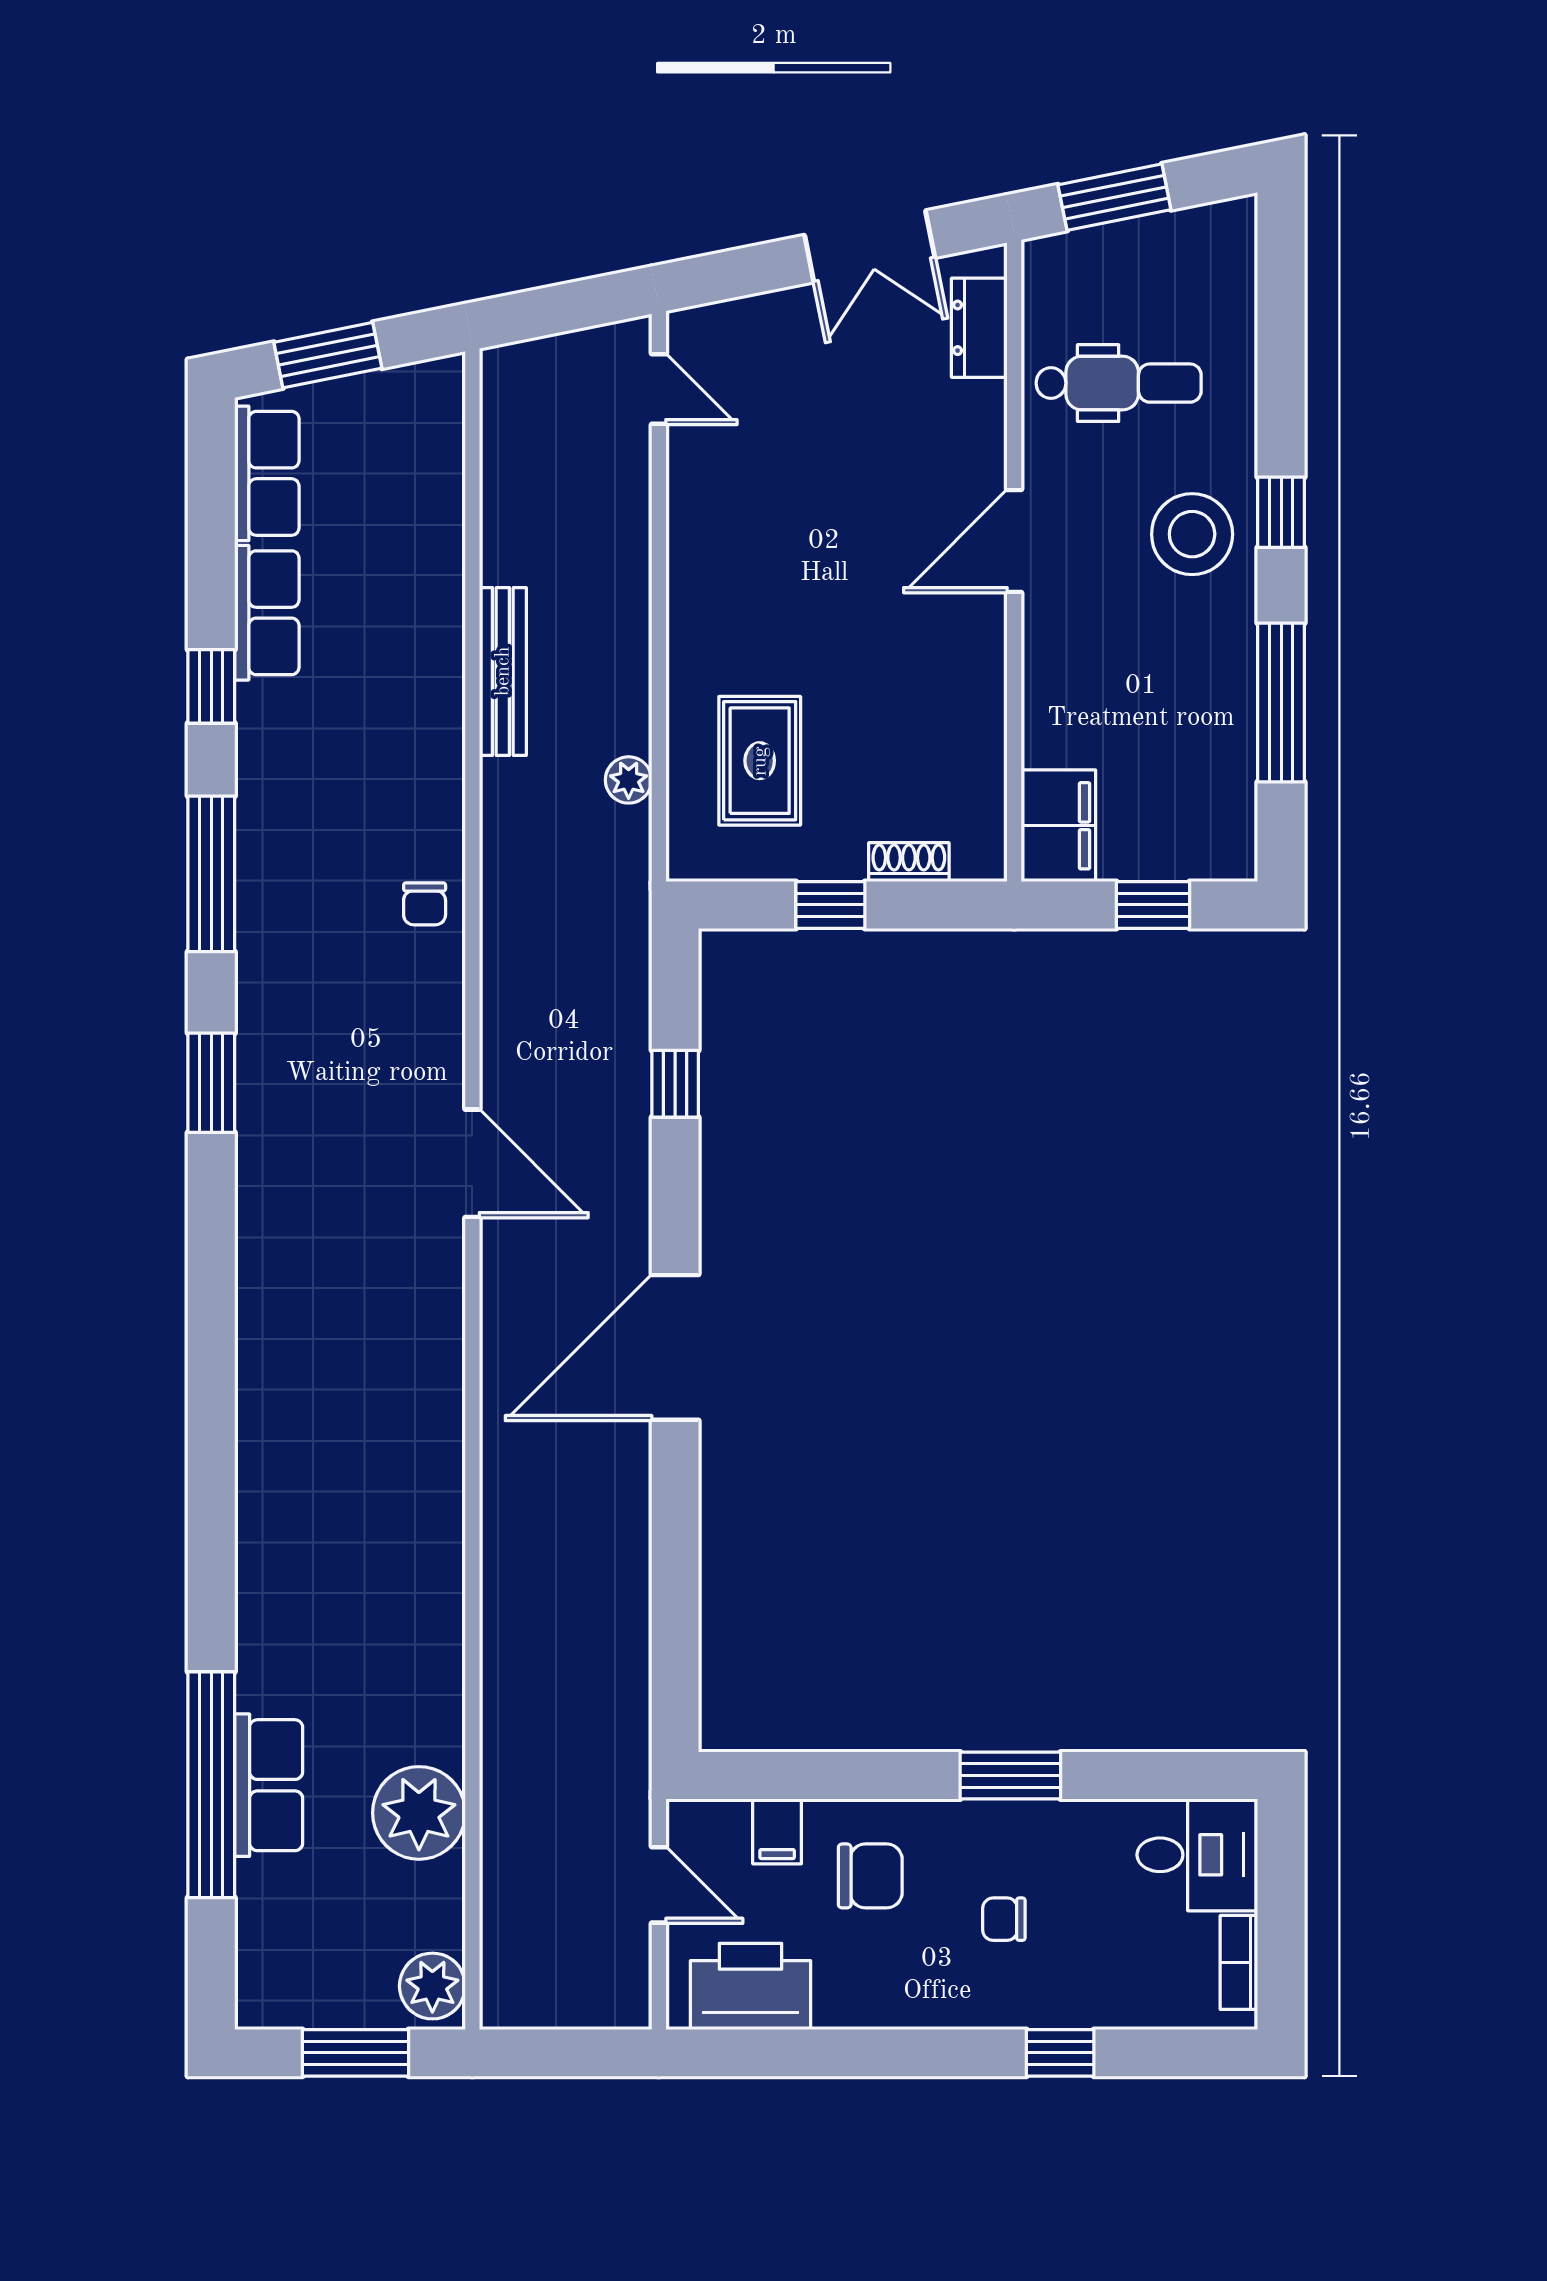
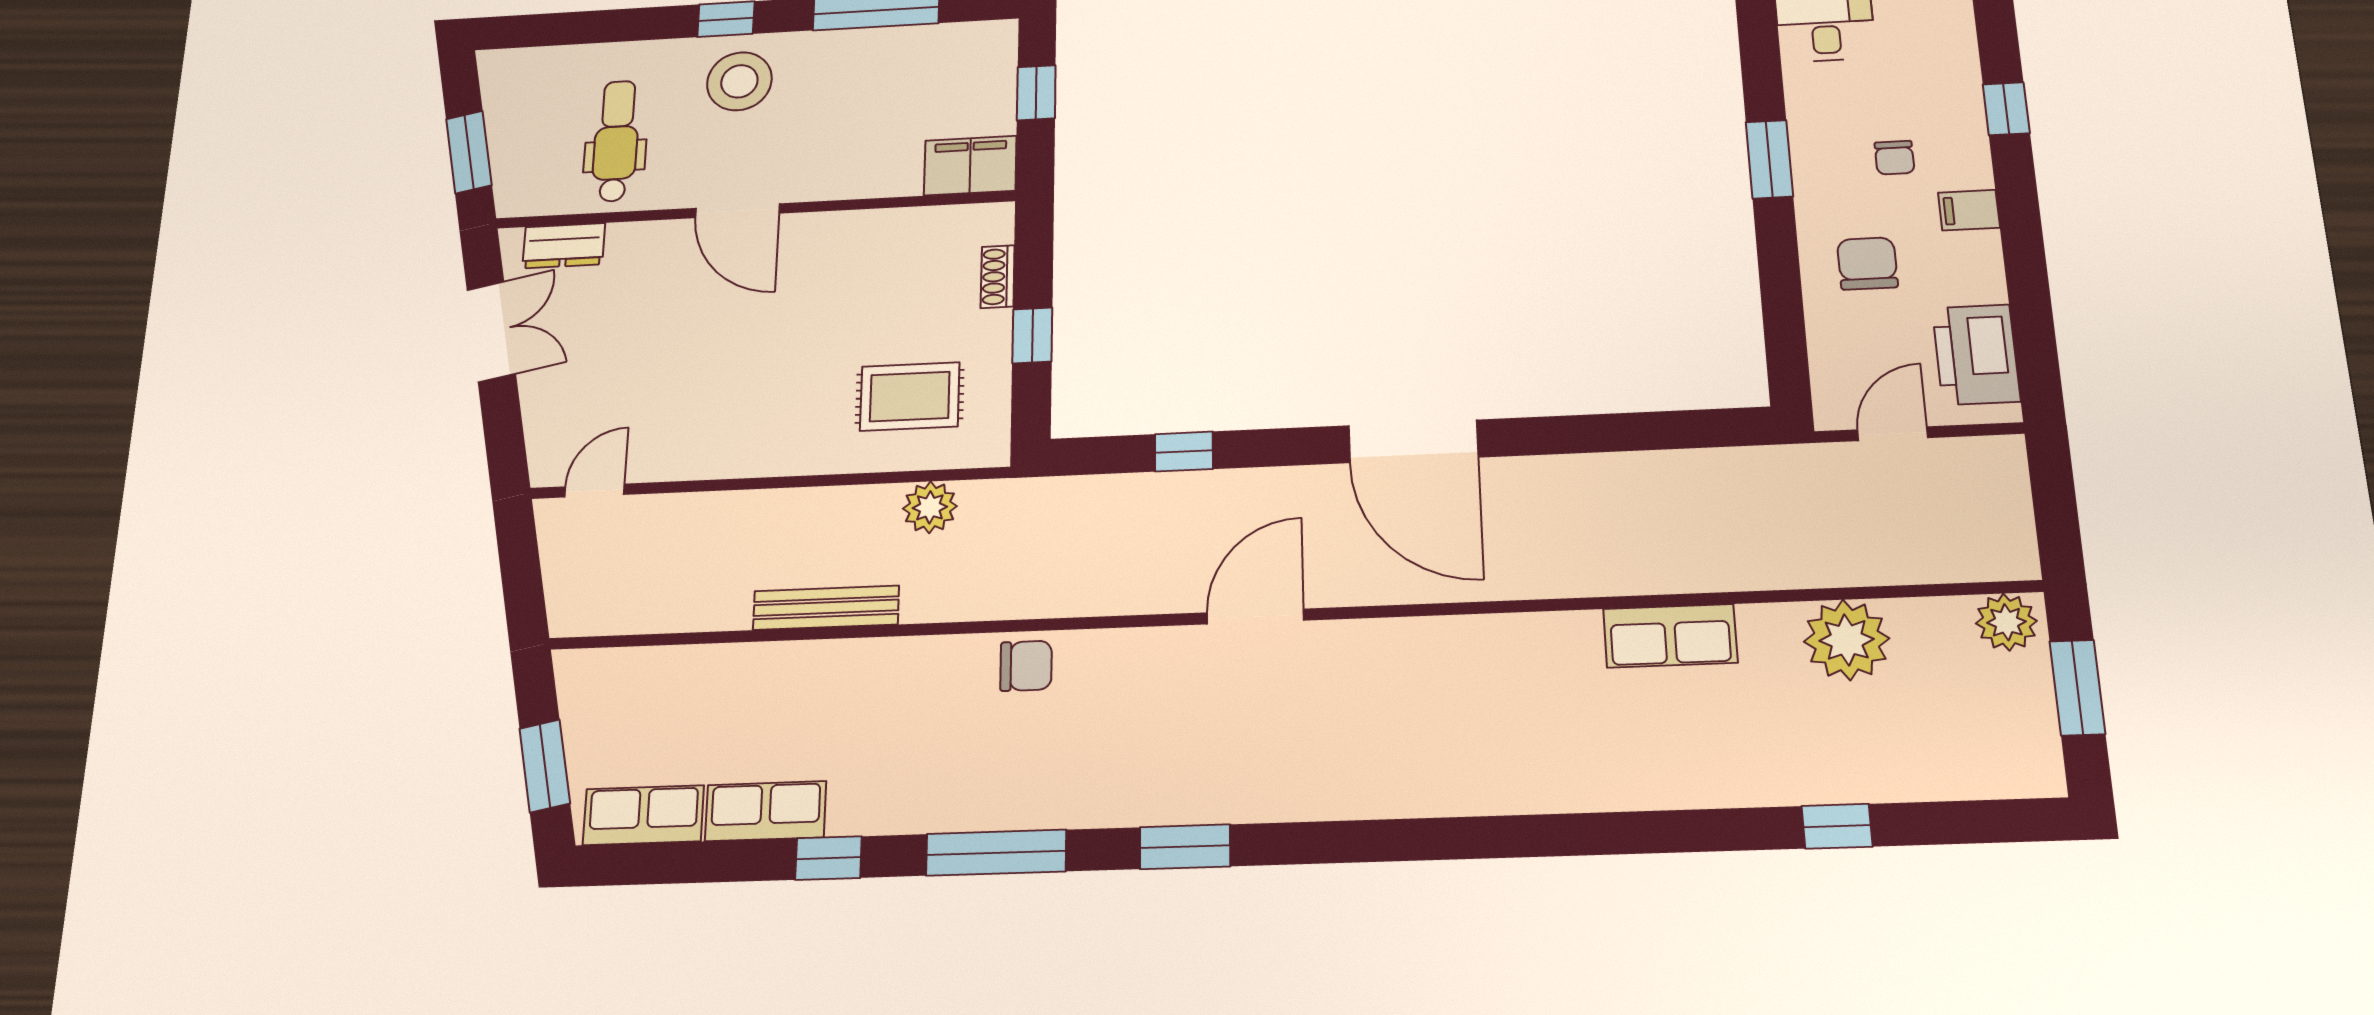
plant: (629, 780) -> (930, 507), width x1.38, depth x1.38
chair: (425, 904) -> (1026, 666), width x1.37, depth x1.37
window: (211, 1785) -> (1837, 826), width x0.32
row of seats: (269, 1785) -> (1670, 636), moved, turned 180
filing cabinet: (777, 1831) -> (1969, 210), moved, turned 180

